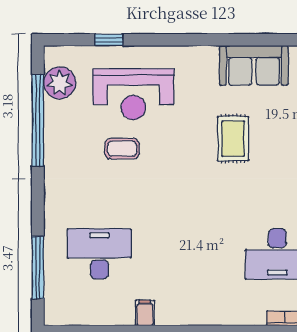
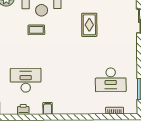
printer: (94, 315) -> (23, 109), added

